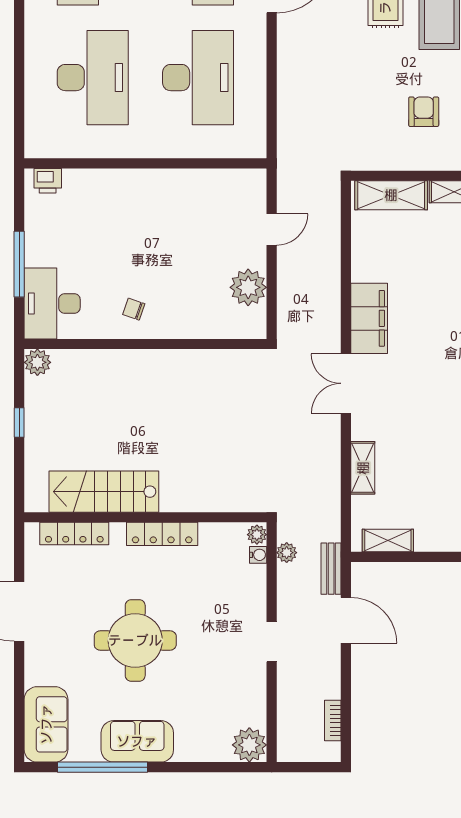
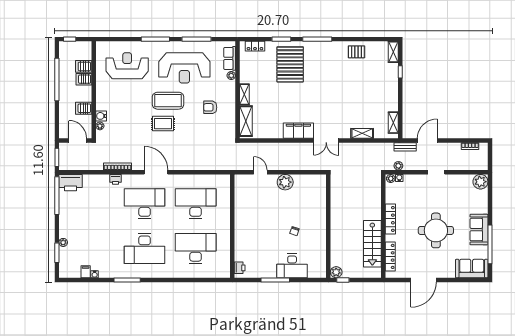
wall: (145, 344) -> (328, 226), moved
plant: (37, 362) -> (336, 272), moved

